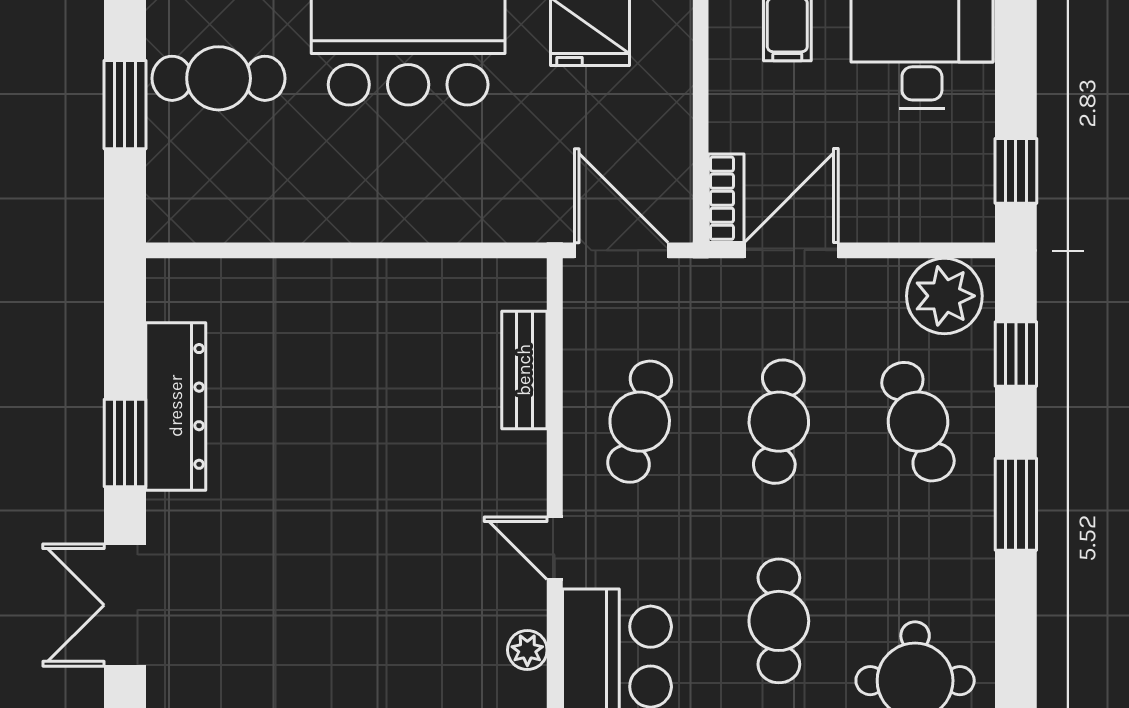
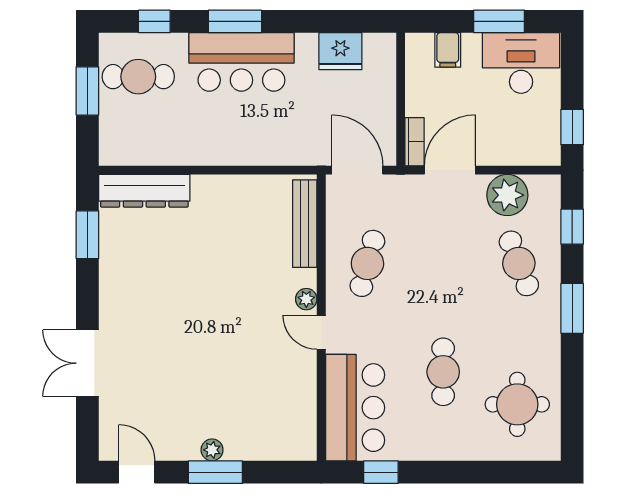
plant: (944, 296) -> (507, 195), moved
bench: (524, 370) -> (305, 224), width x1.36
dresser: (176, 406) -> (144, 191), moved, turned 90
cafe table: (779, 422) -> (443, 263), removed
window: (125, 443) -> (87, 235), moved
plant: (527, 650) -> (306, 299), moved

